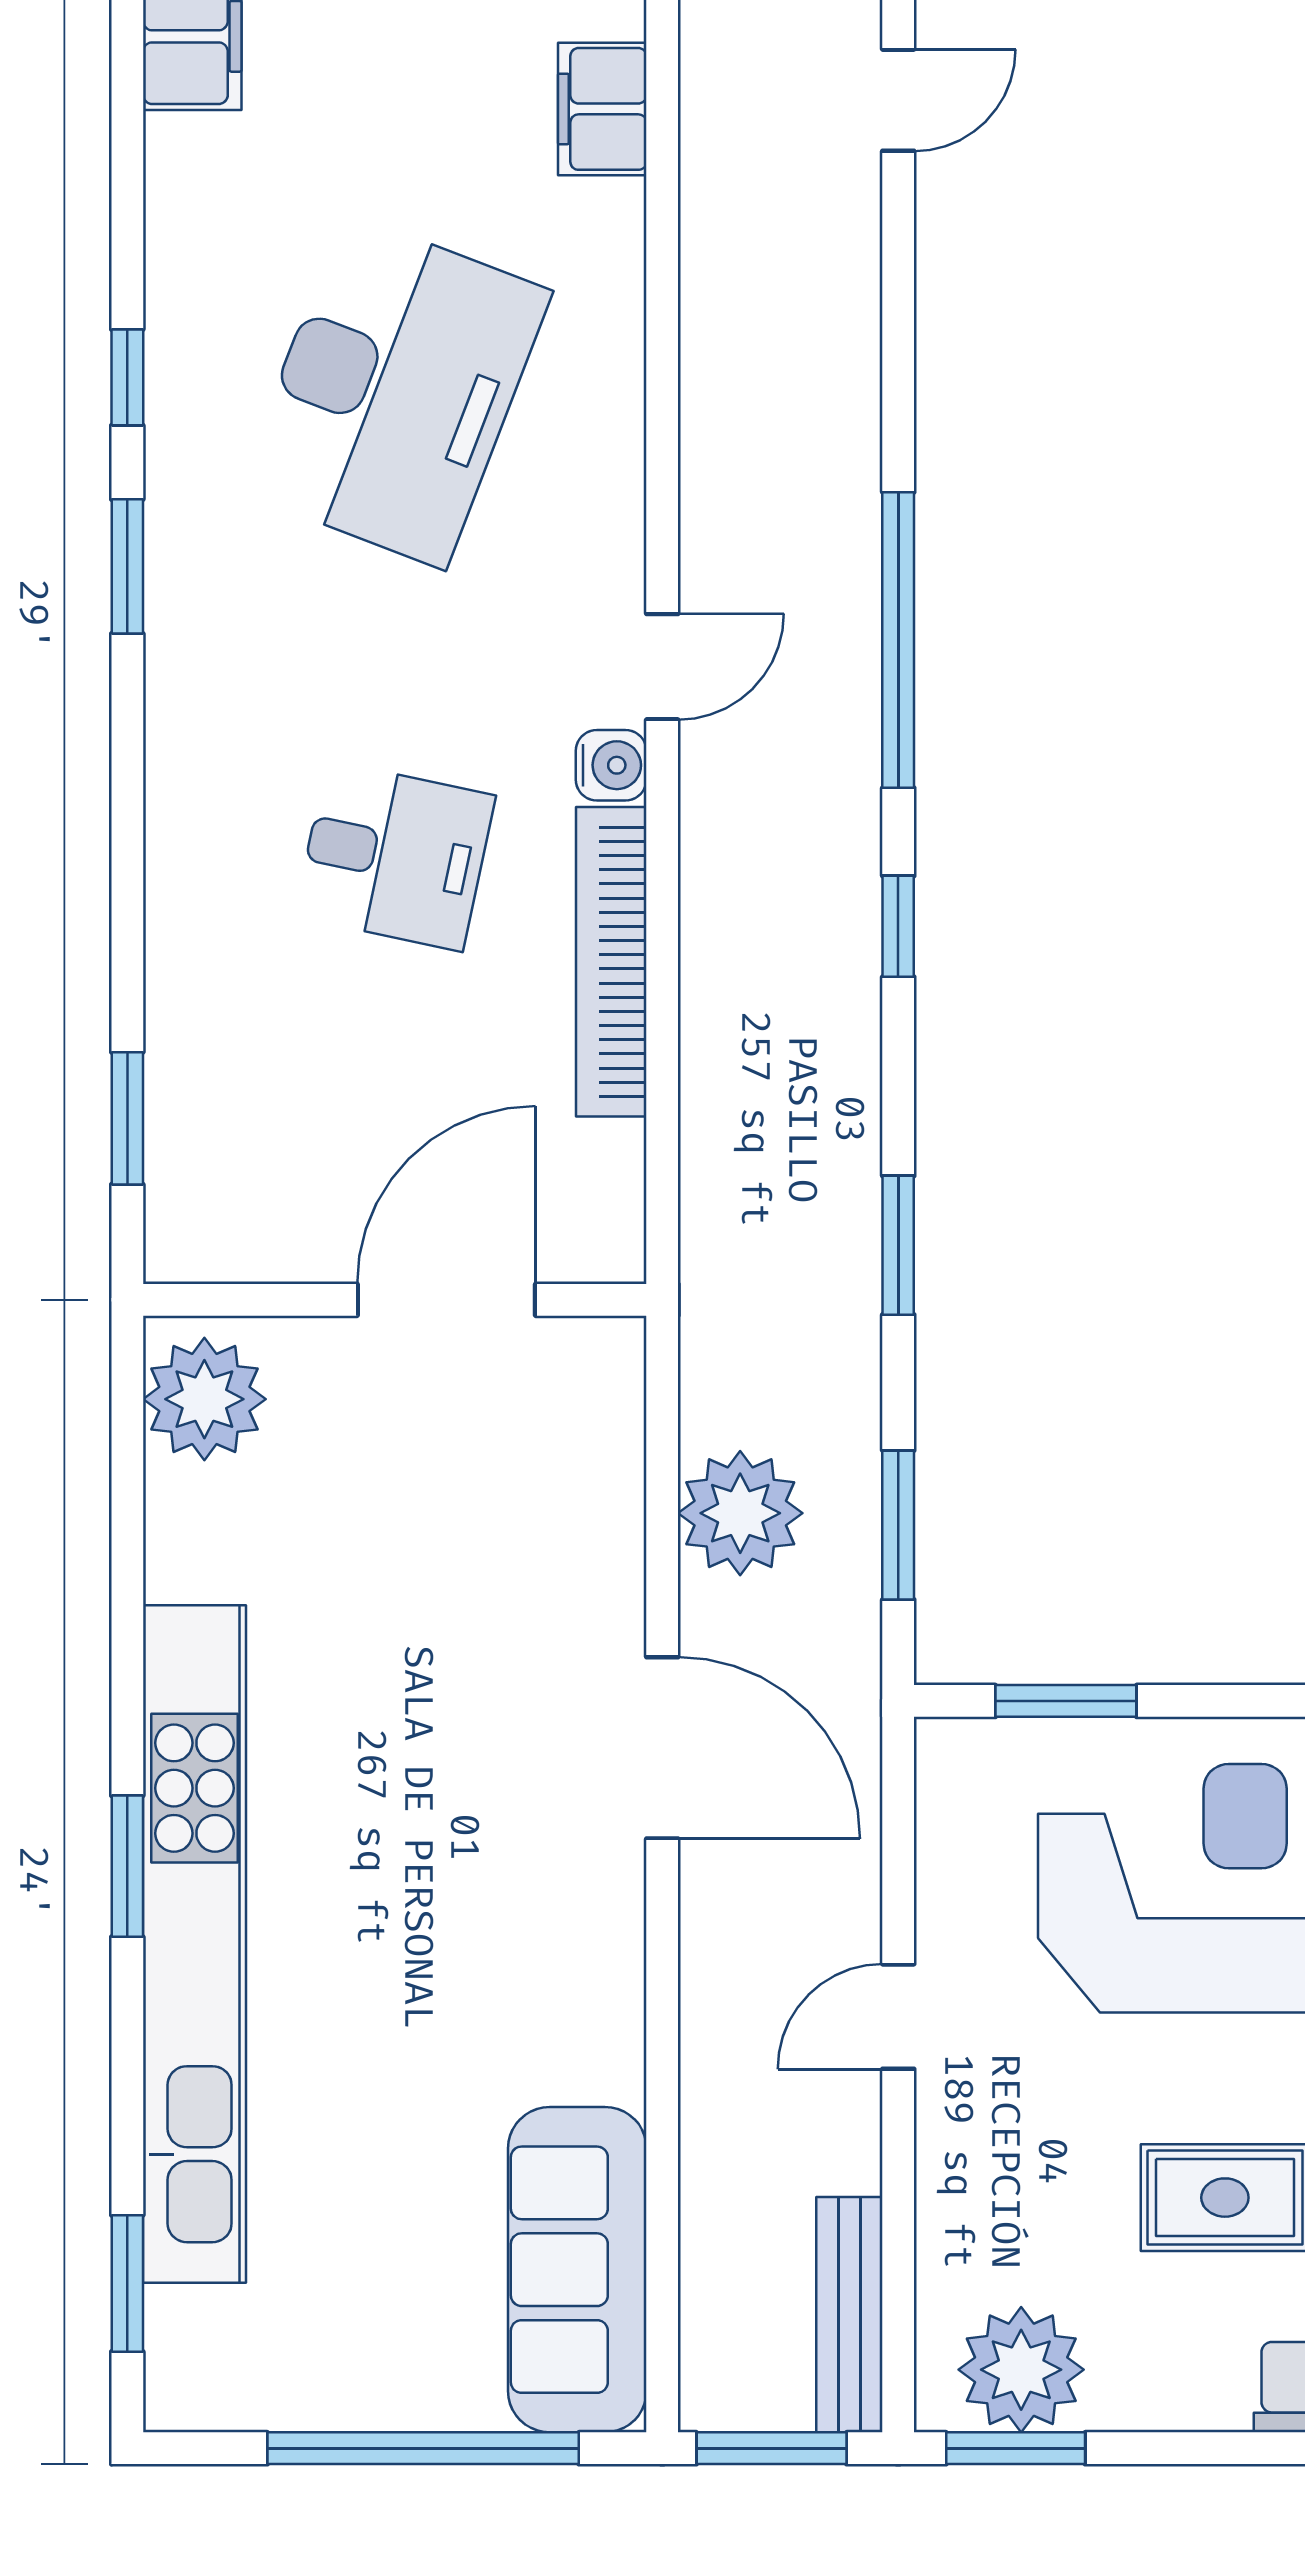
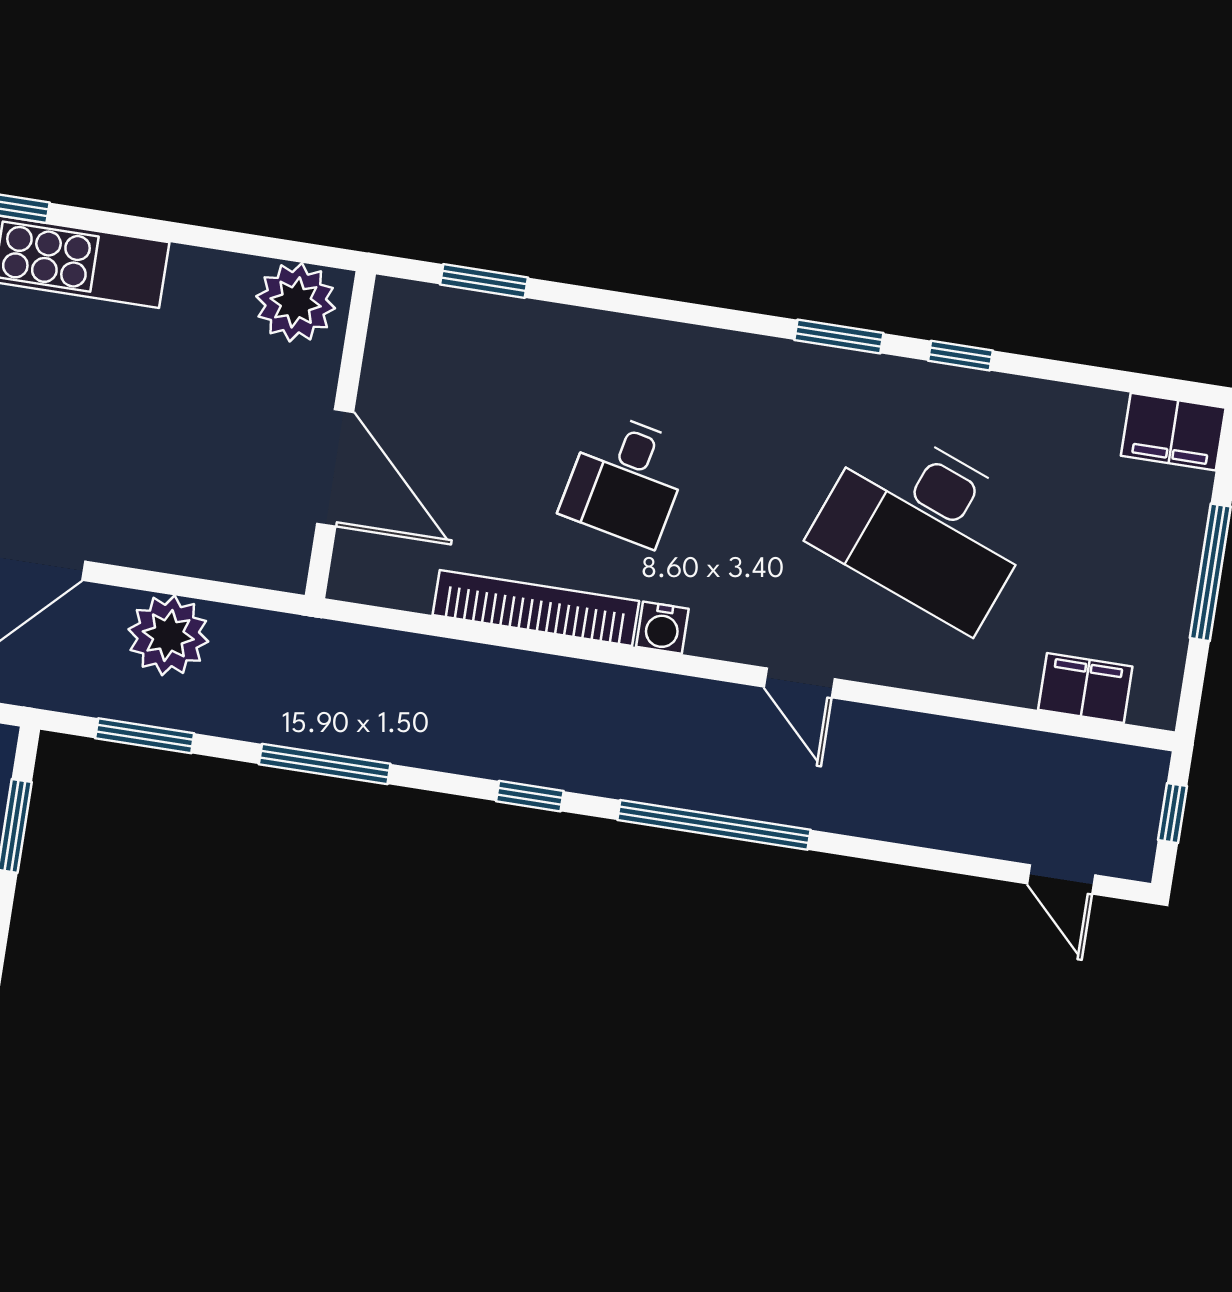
door: (662, 667) -> (799, 683), moved
window: (898, 1245) -> (325, 764), width x1.44

